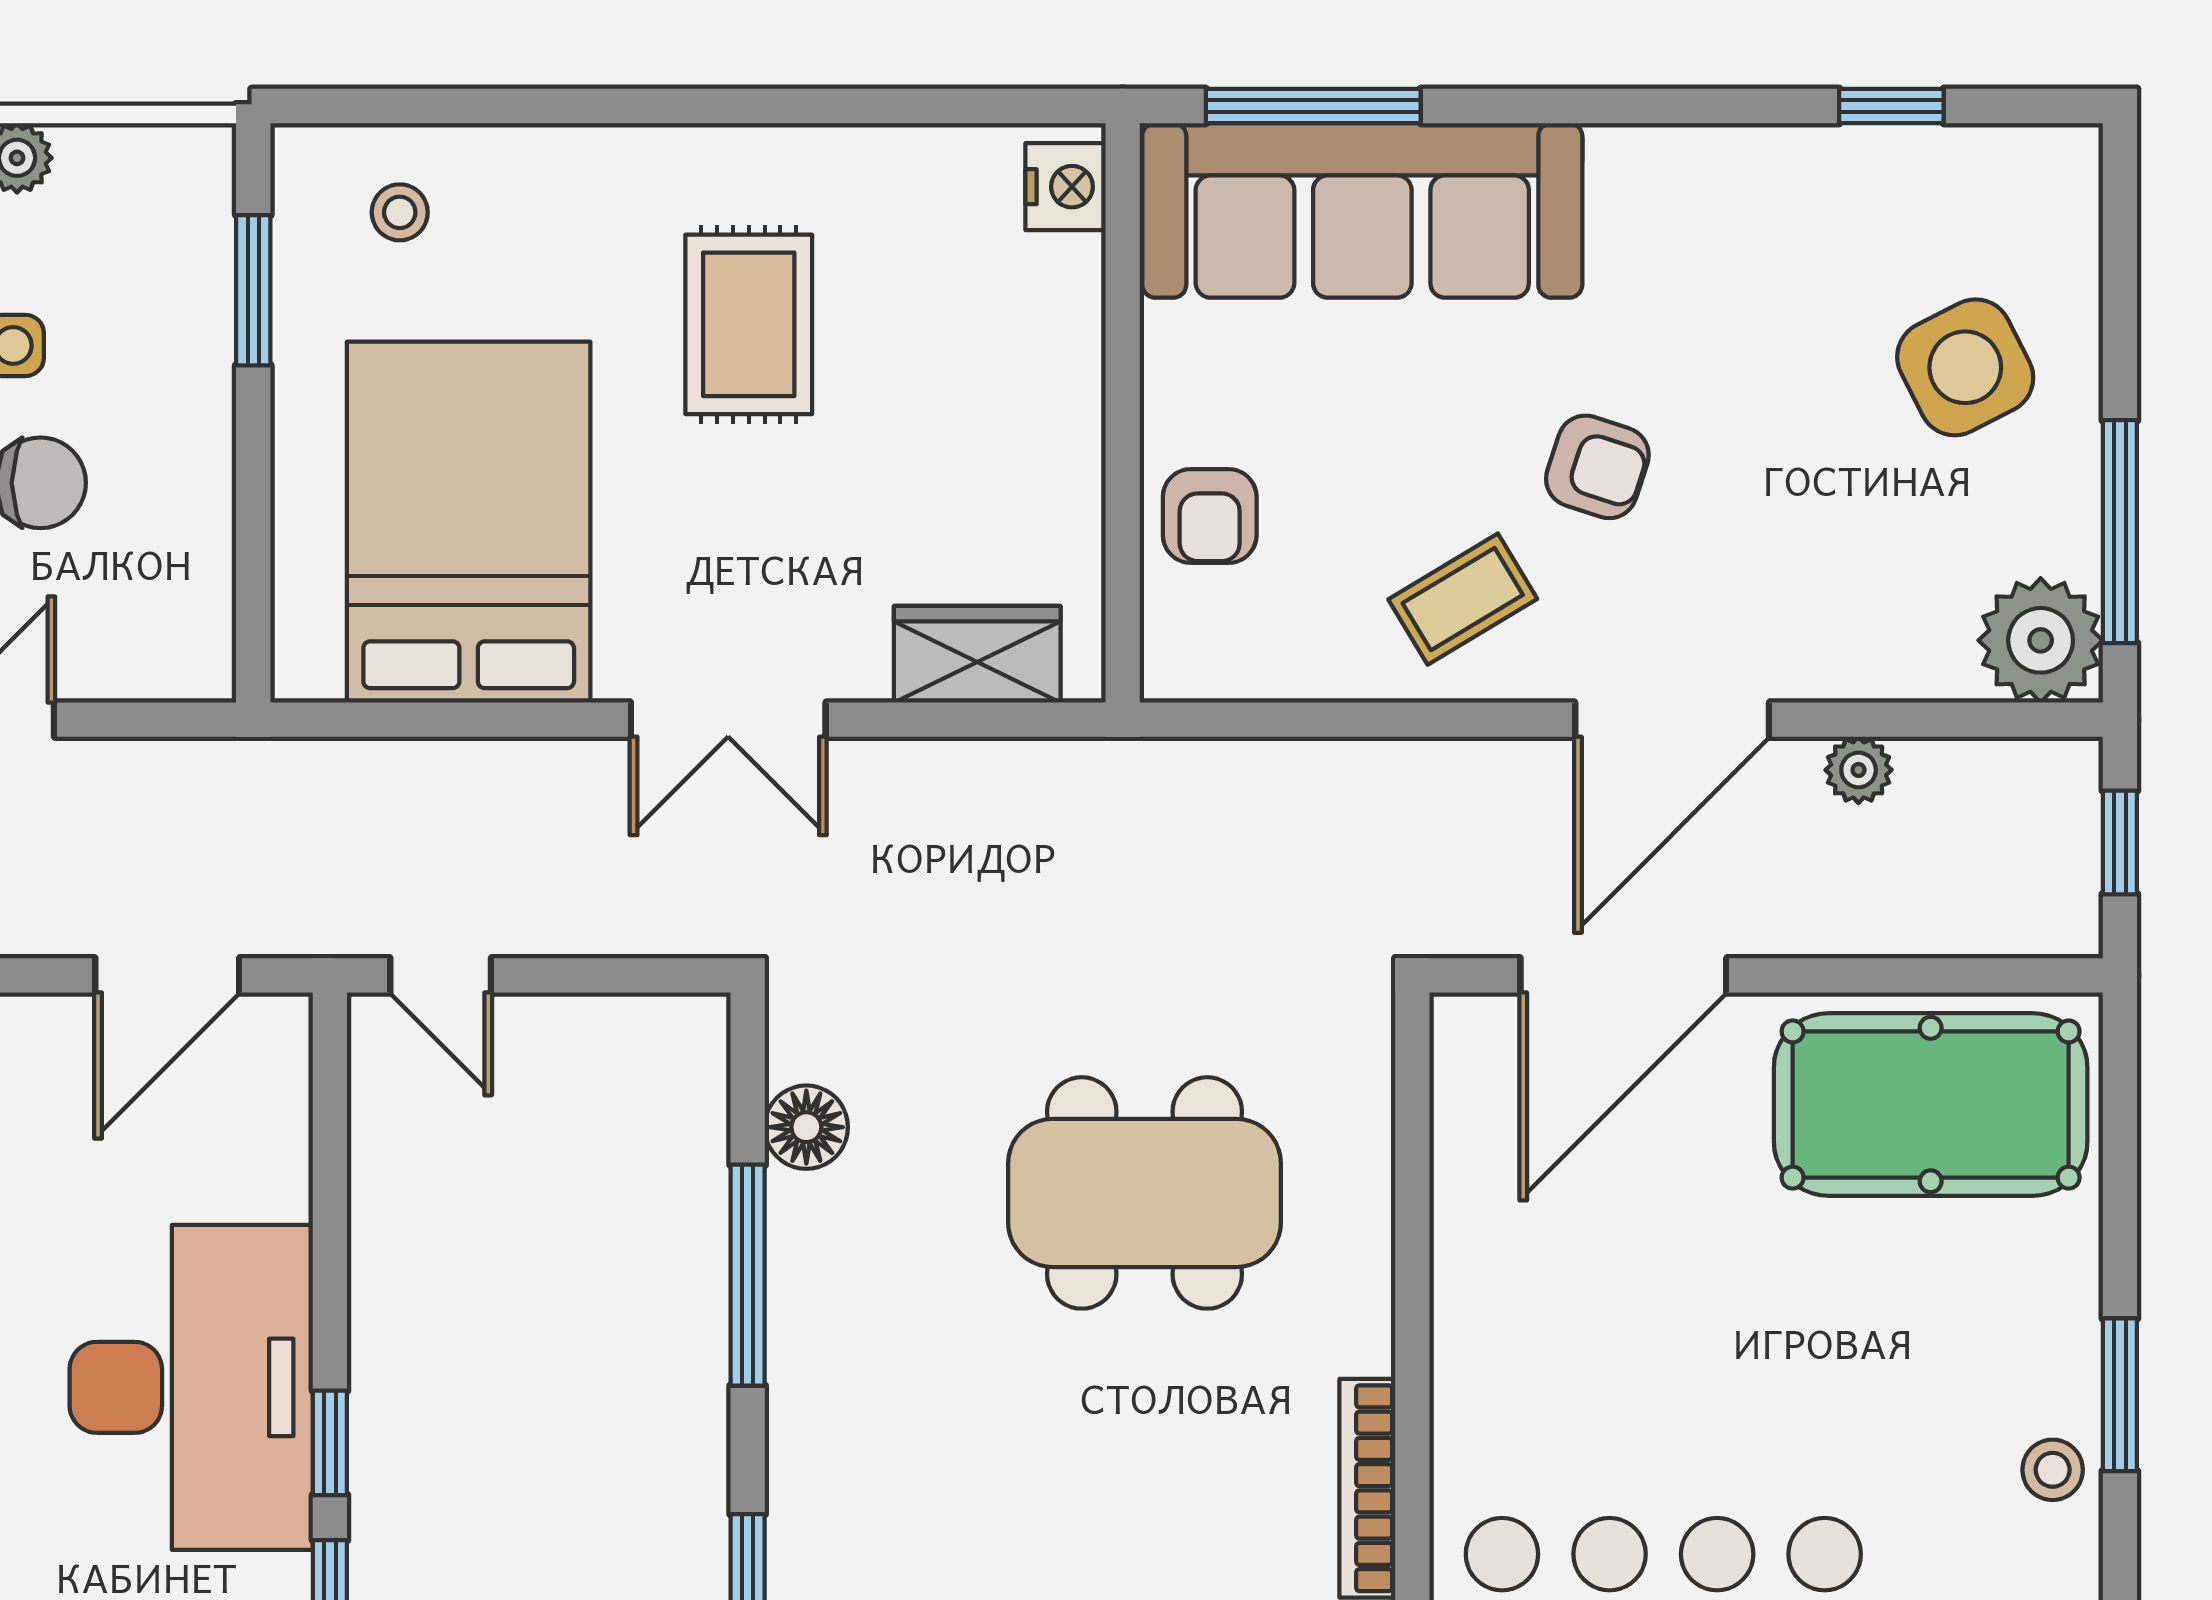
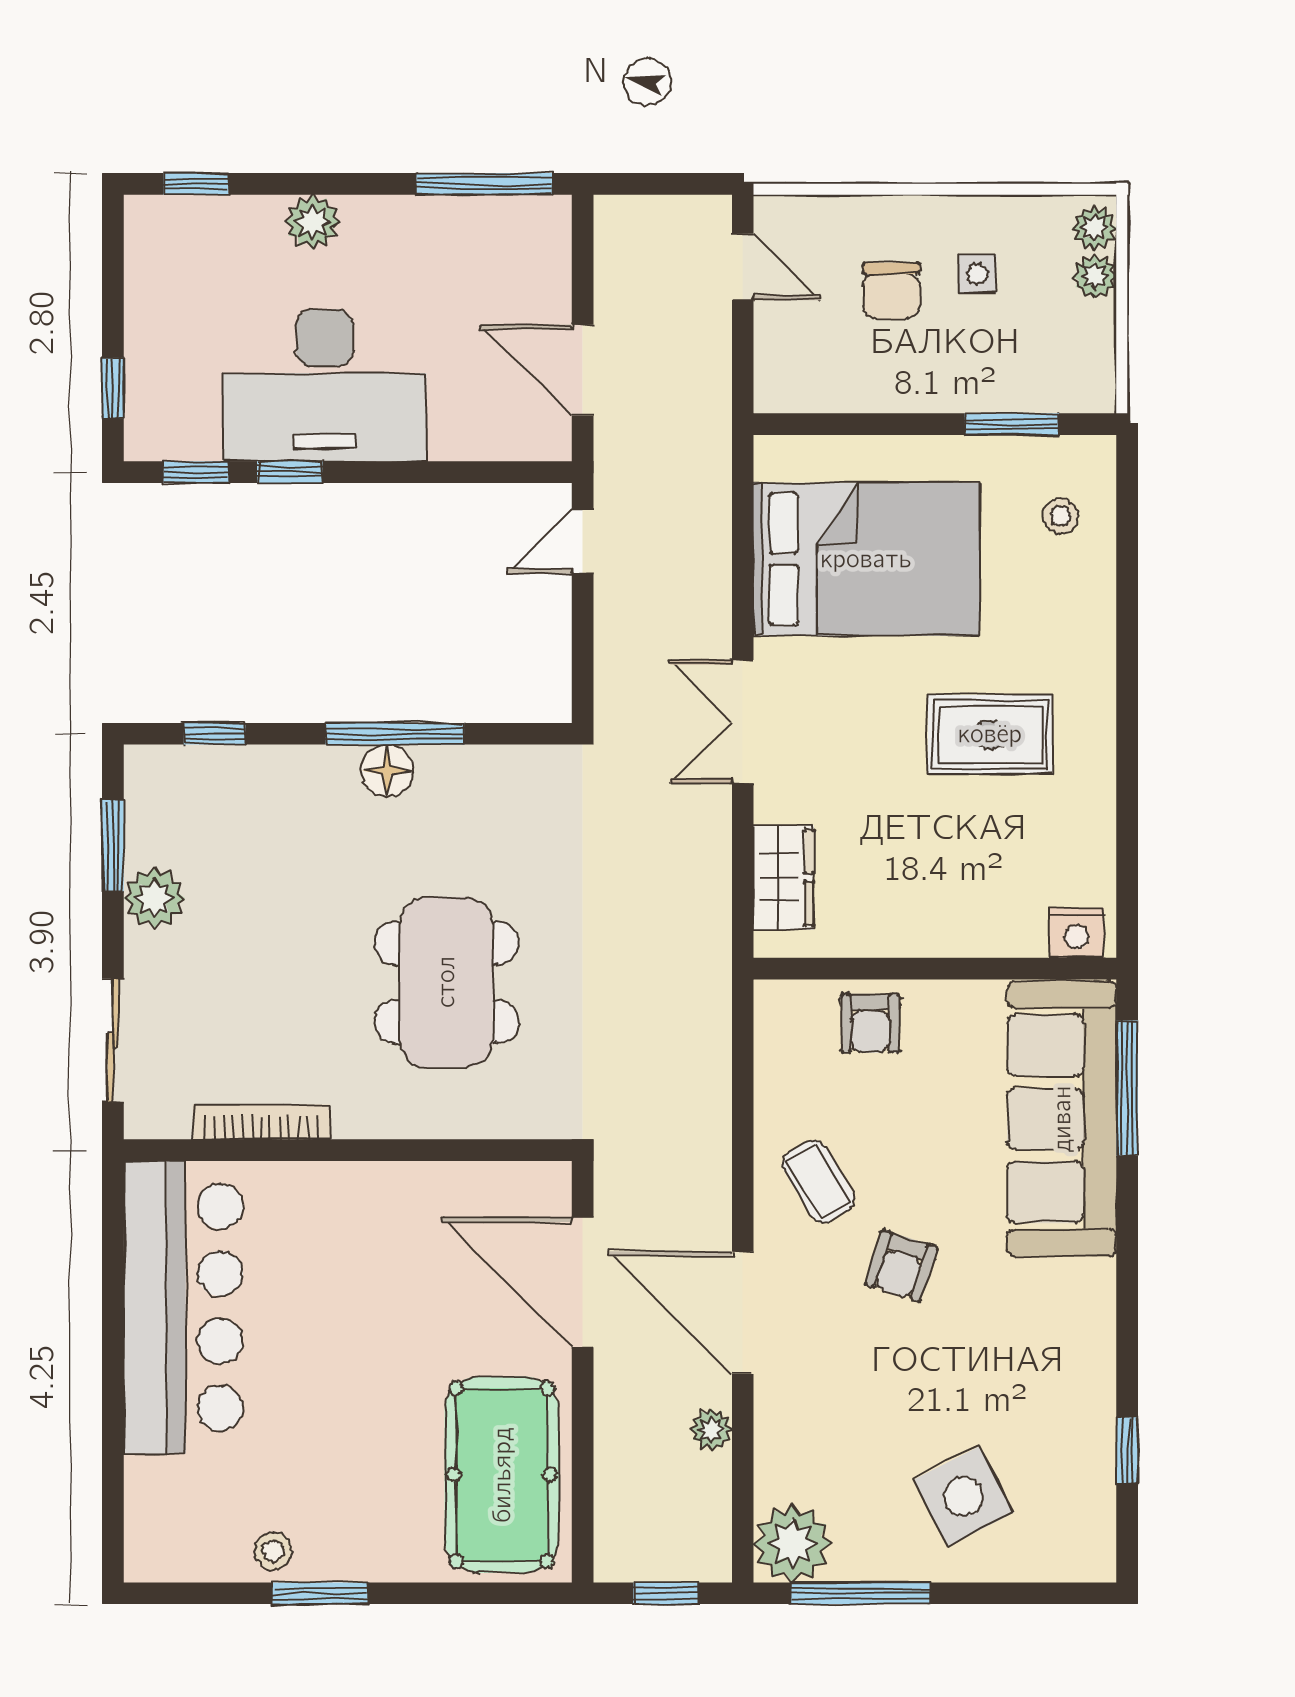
armchair: (1210, 516) -> (870, 1023), turned -90
floor lamp: (806, 1127) -> (387, 771), moved

